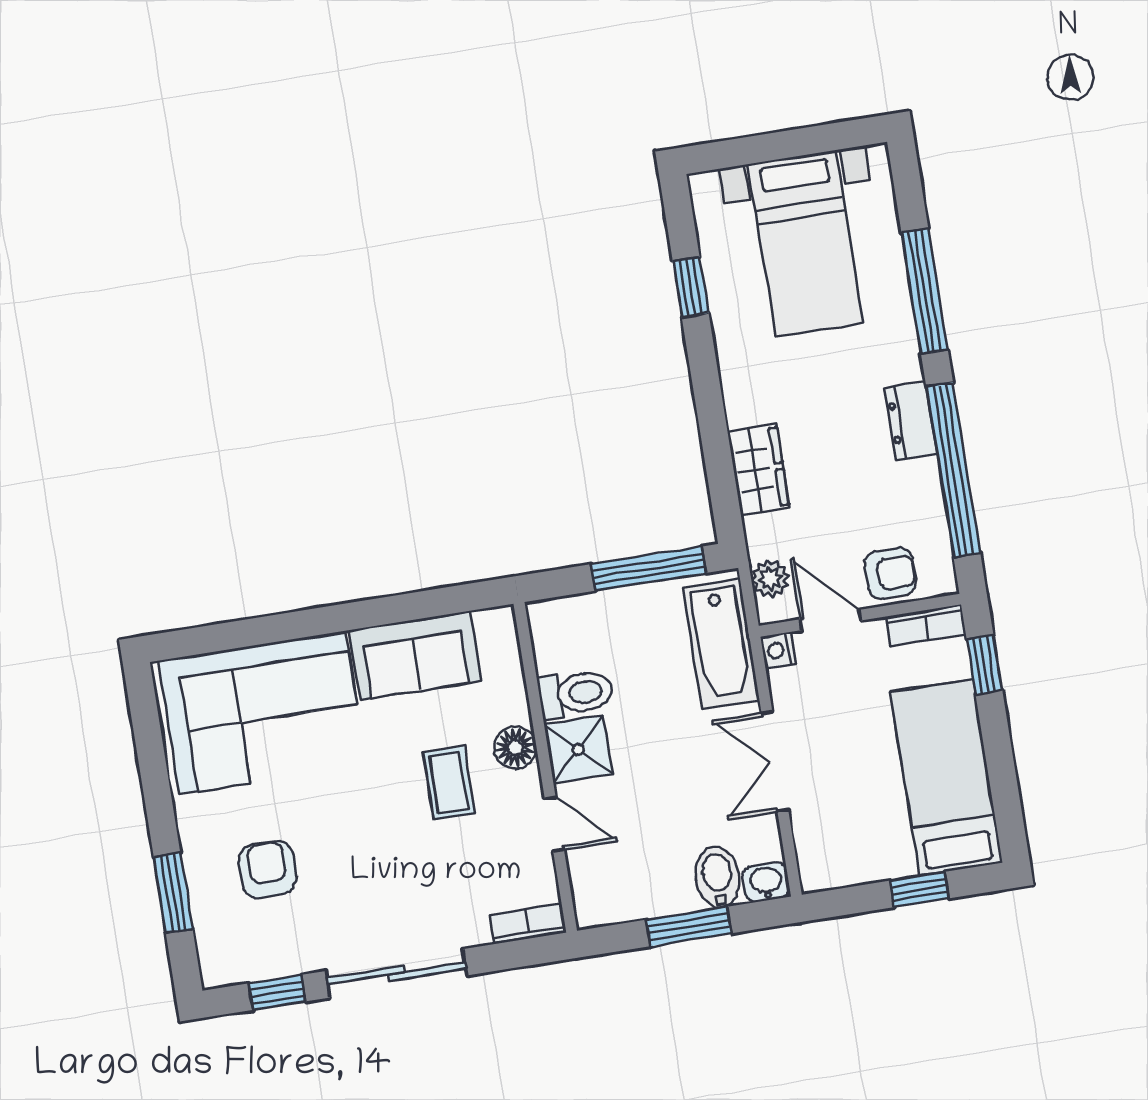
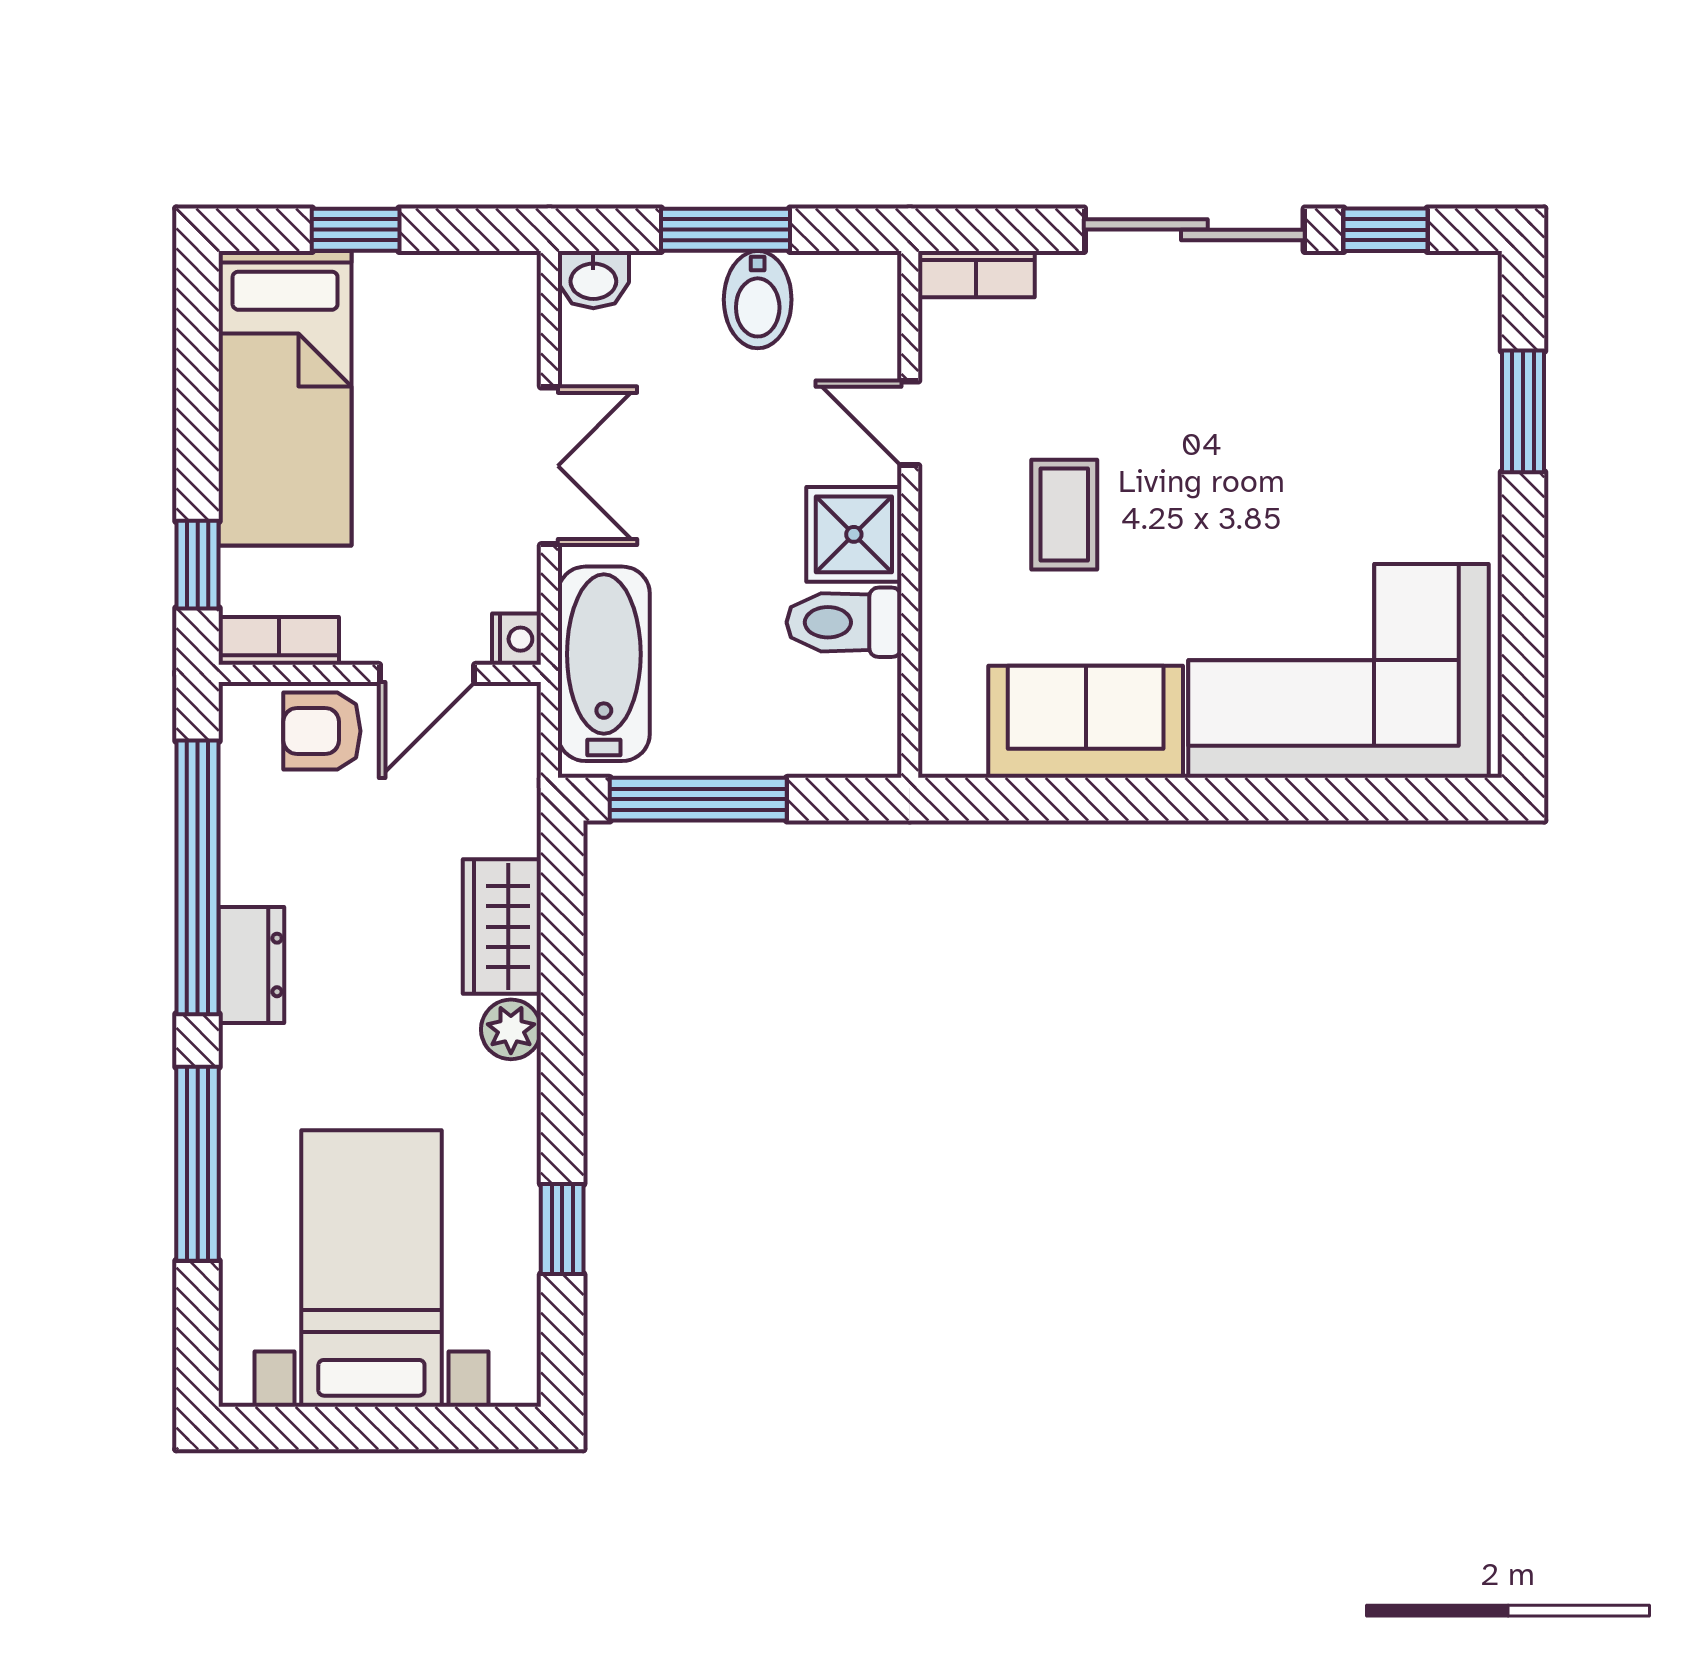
plant: (770, 579) -> (511, 1029), moved
door: (830, 620) -> (427, 673), hinge flipped
floor lamp: (515, 747) -> (952, 553), removed
armchair: (268, 869) -> (1369, 424), removed
bidet: (717, 877) -> (758, 300), moved

